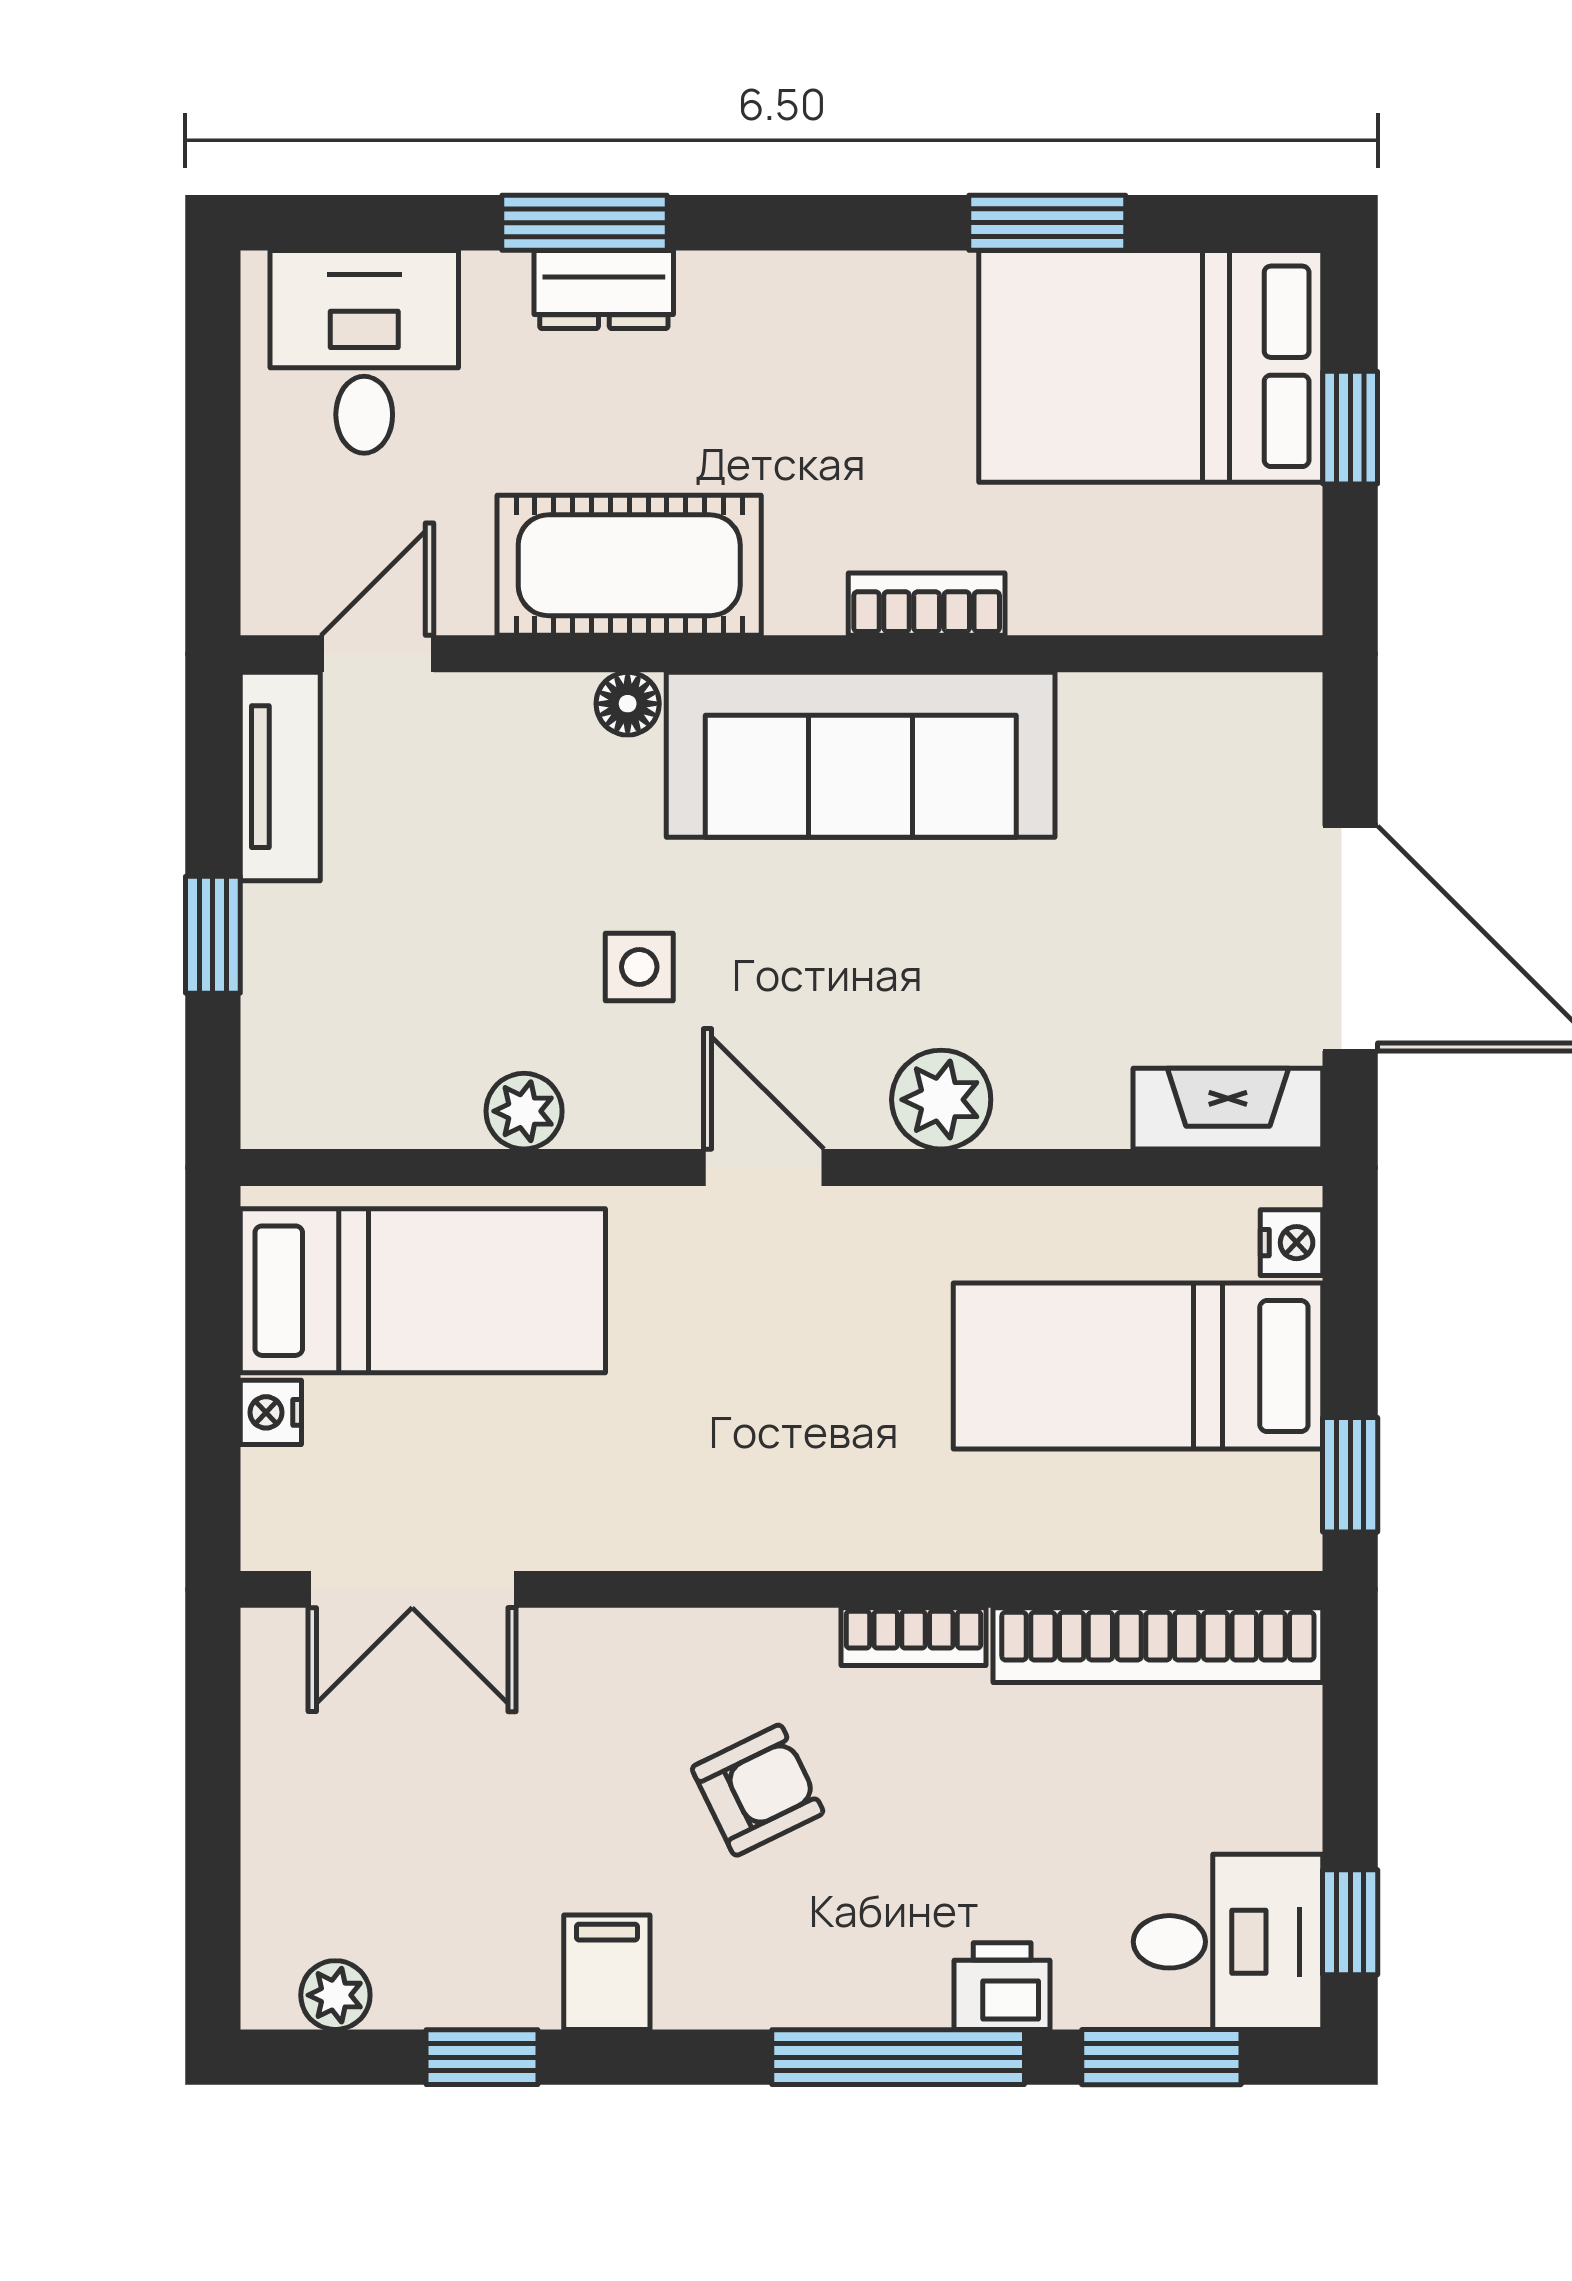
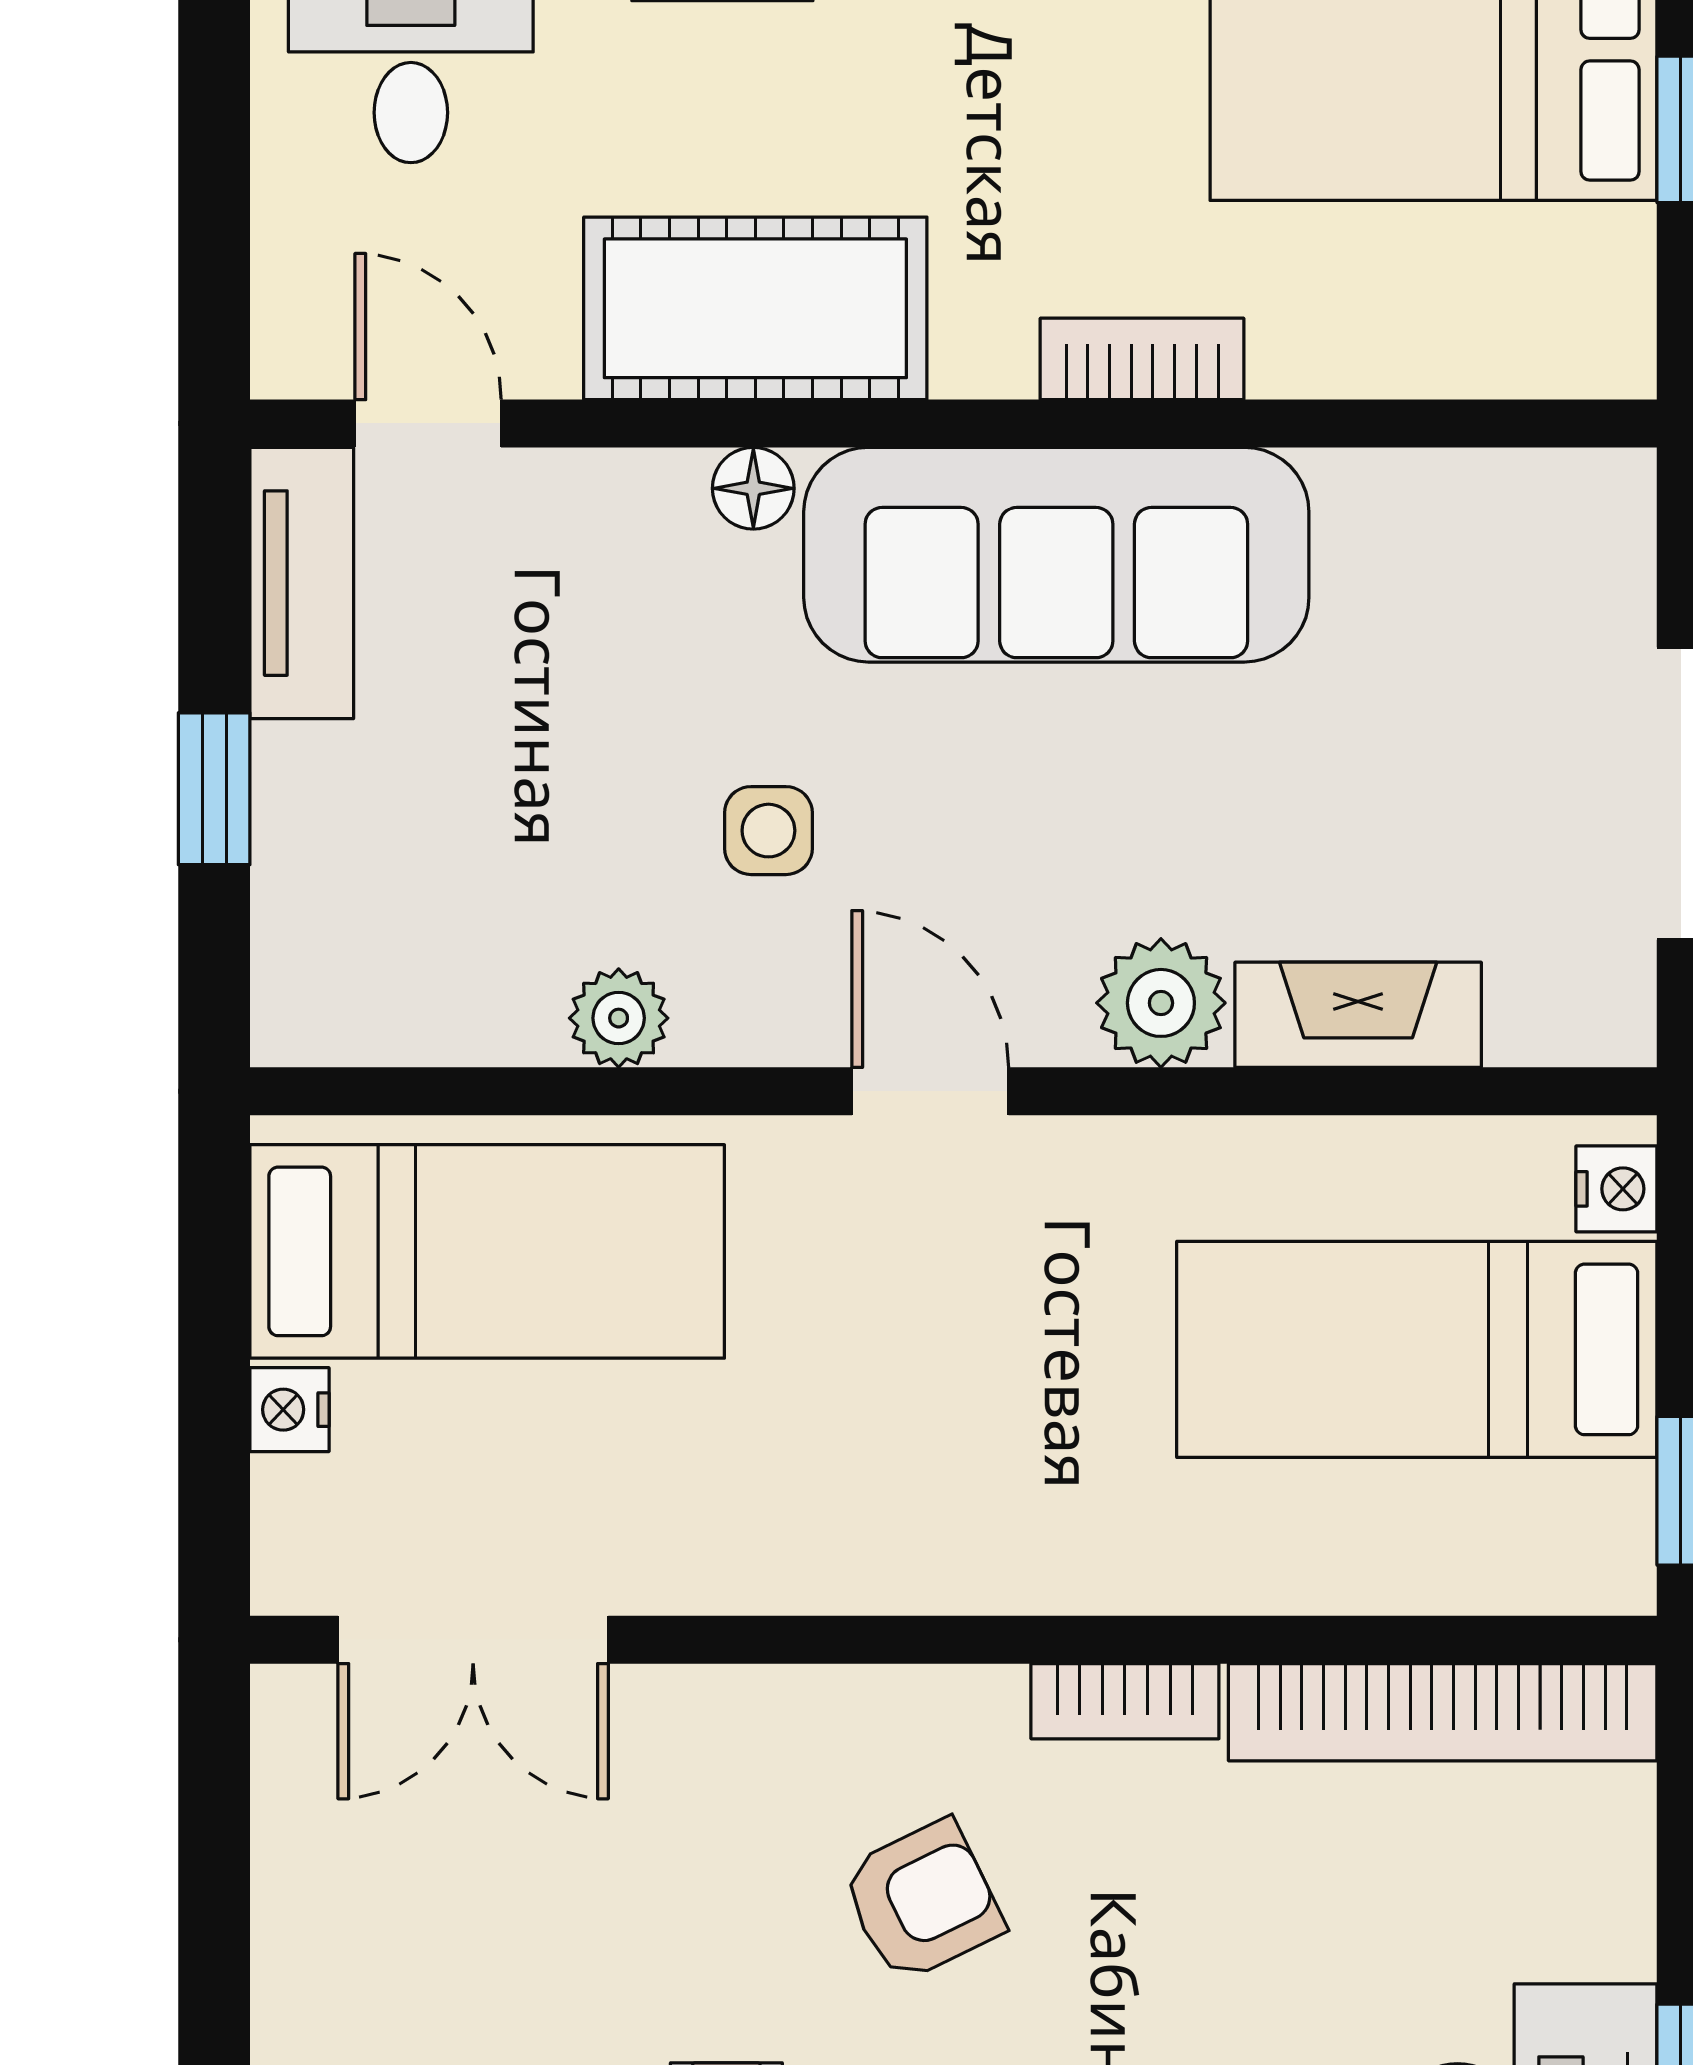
door: (377, 654) -> (428, 423), hinge flipped
fireplace: (1228, 1109) -> (1358, 1015), moved

